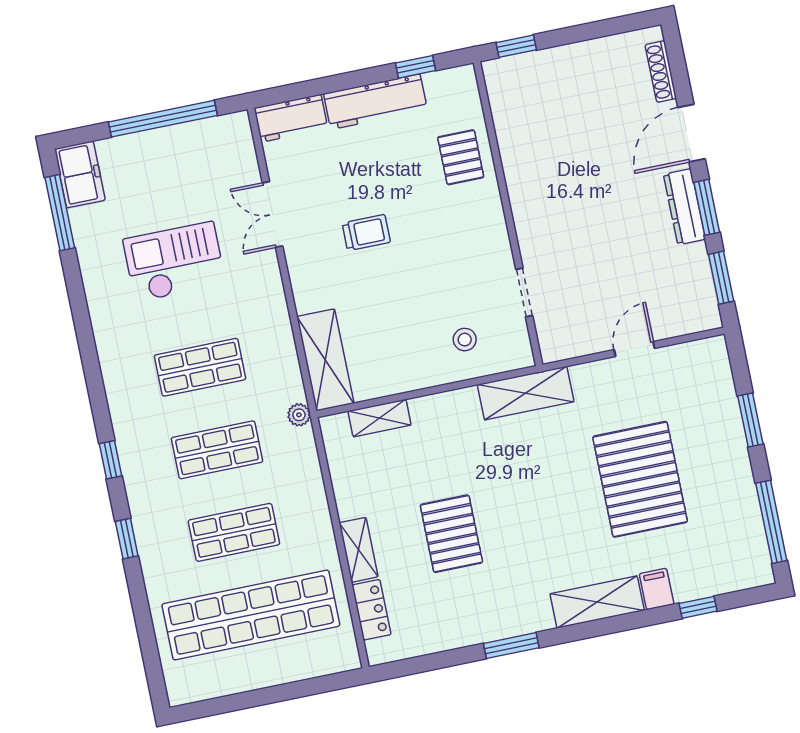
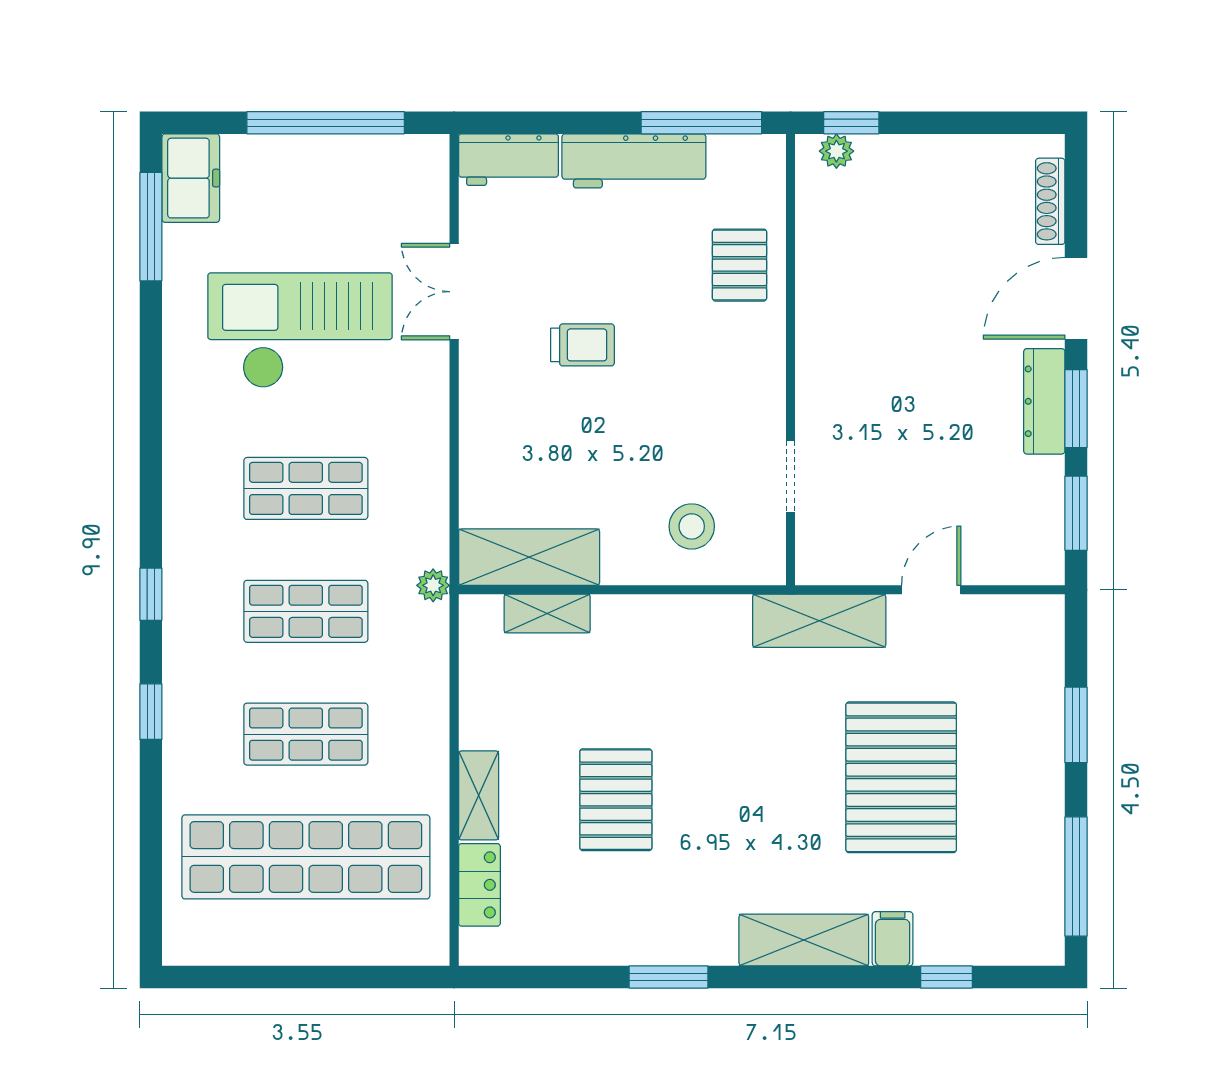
window: (416, 67) -> (701, 123), width x2.17
plant: (510, 67) -> (836, 151), added
checkout: (174, 262) -> (300, 330), width x1.36, depth x1.21
stool: (465, 340) -> (692, 526), width x1.37, depth x1.37
shelving: (325, 360) -> (529, 557), moved, turned 90
shelving: (526, 393) -> (819, 621), moved

